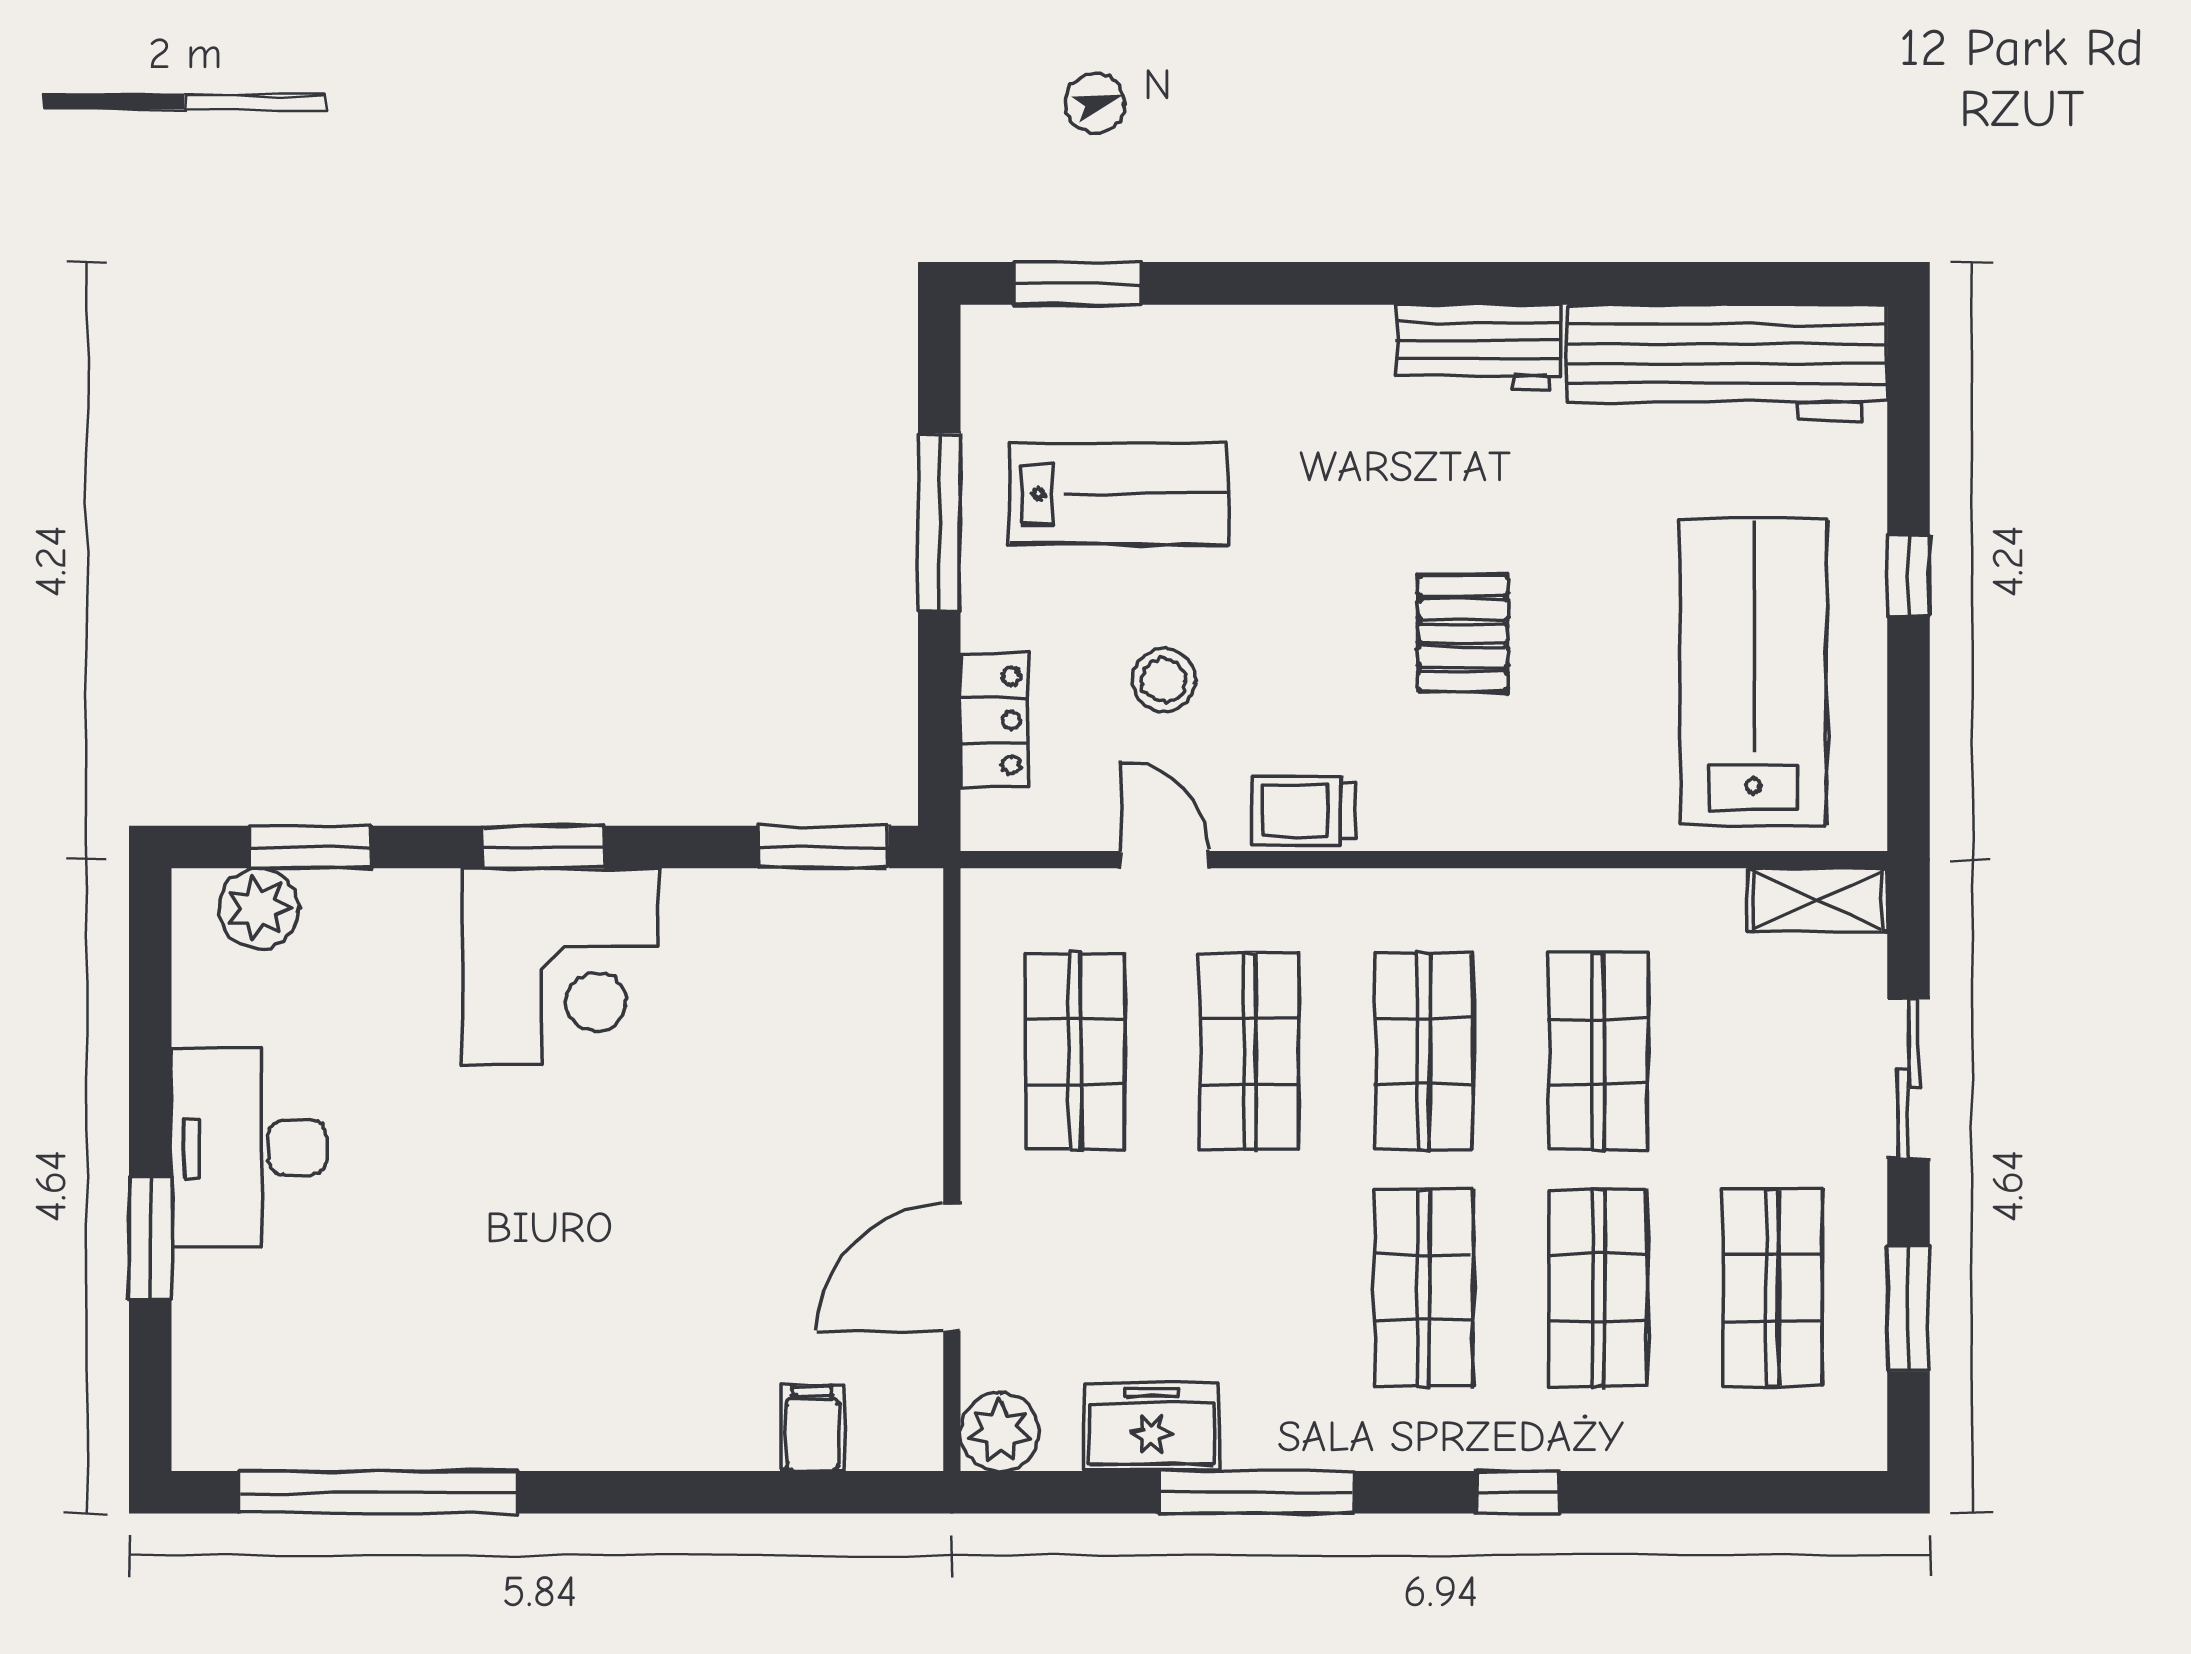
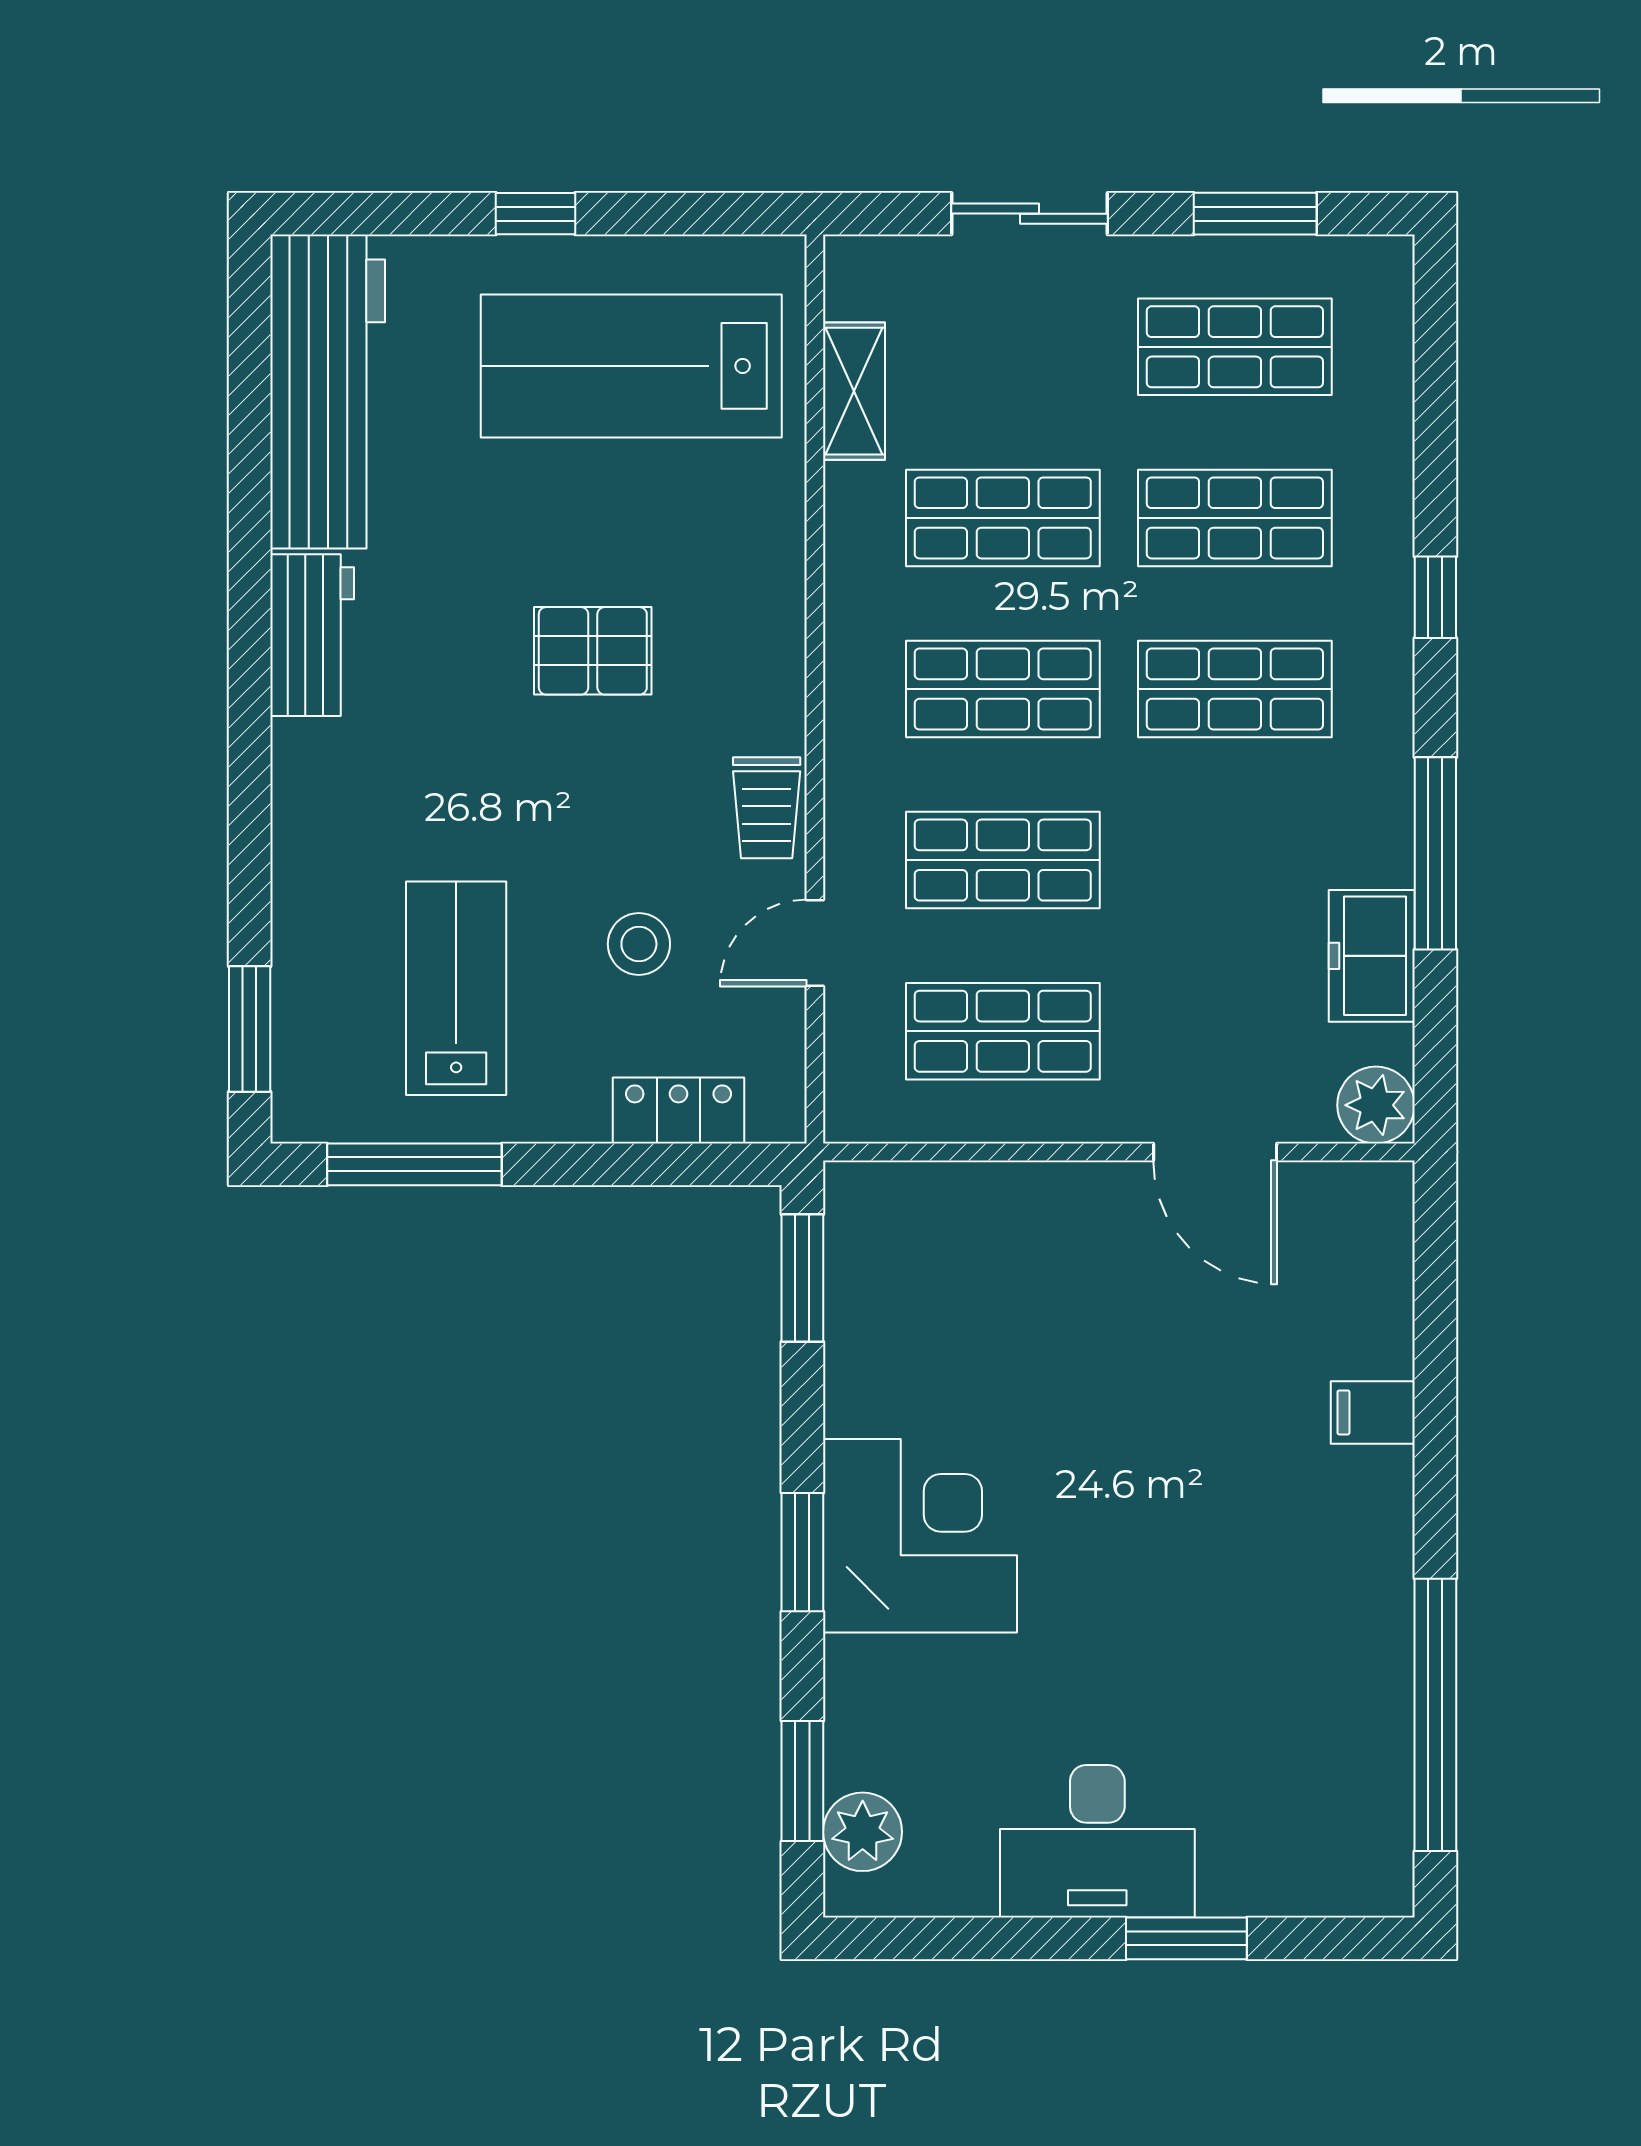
window: (939, 523) -> (414, 1164), moved
shelving: (1817, 900) -> (854, 391), moved
filing cabinet: (812, 1428) -> (1373, 1412), moved

